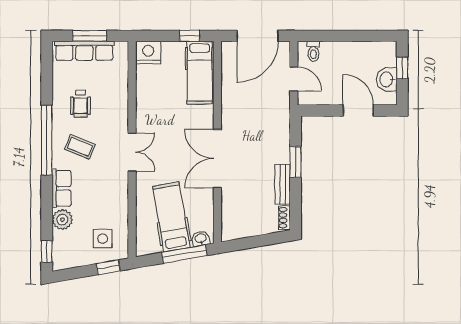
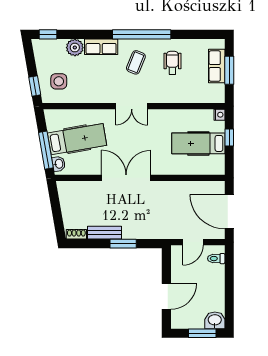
window: (190, 36) -> (229, 138), moved
row of seats: (84, 51) -> (217, 66), width x0.68
nightstand: (148, 52) -> (219, 115), width x0.53, depth x0.56
window: (402, 68) -> (202, 333), width x1.50
hospital bed: (200, 73) -> (198, 143), moved
washbasin: (387, 79) -> (215, 320), moved
wheelchair: (80, 103) -> (172, 63), turned 90

